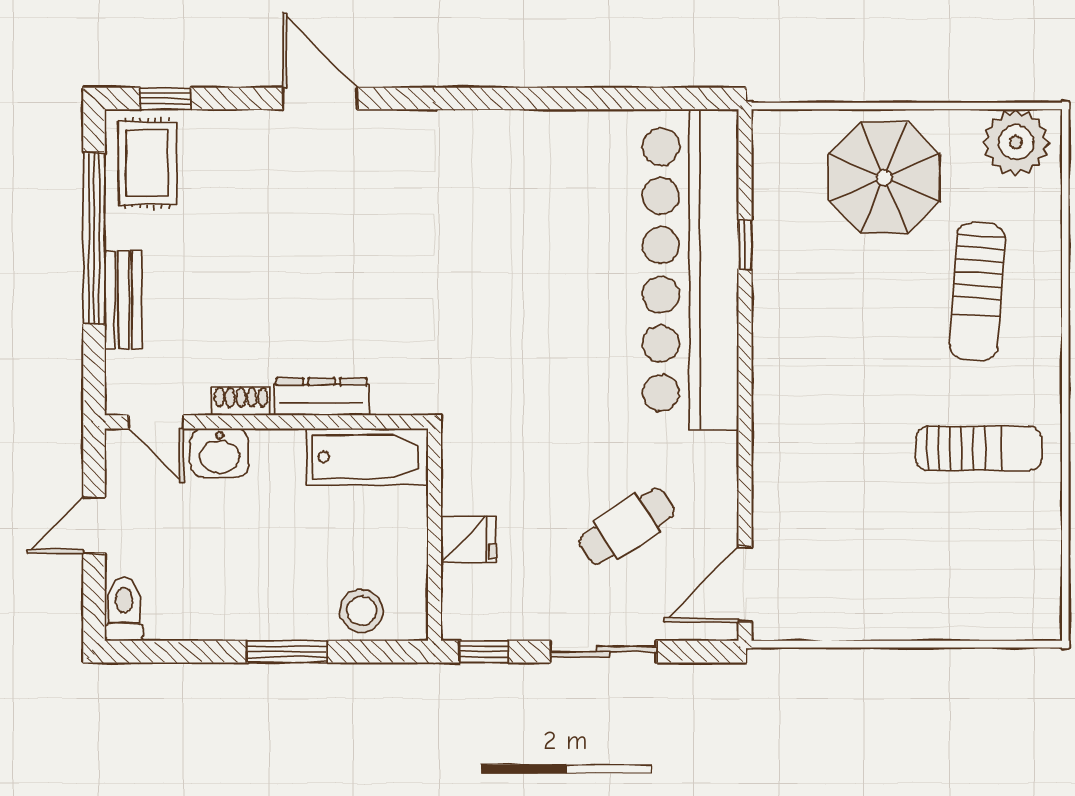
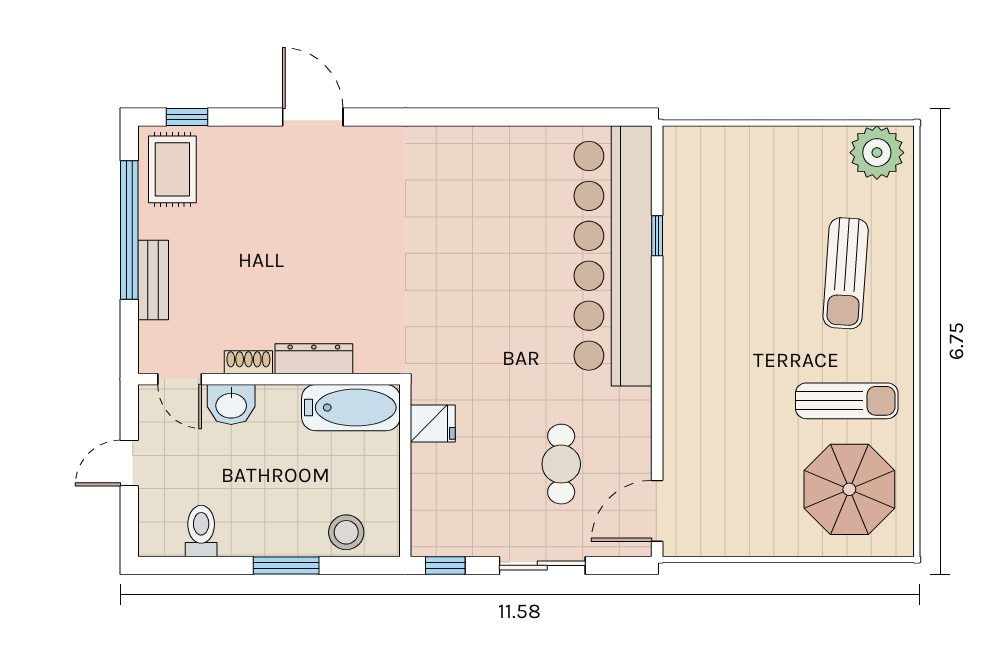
parasol: (884, 178) -> (849, 489), moved
cafe table: (627, 527) -> (561, 464), turned -57
fridge: (468, 539) -> (433, 424), moved
toilet: (124, 609) -> (201, 531), moved

